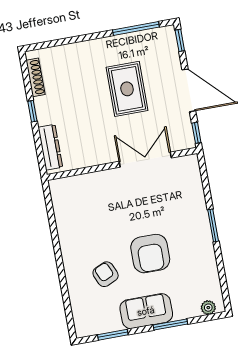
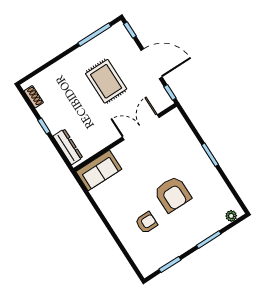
shoe rack: (36, 77) -> (34, 97), width x0.70
armchair: (106, 274) -> (146, 223), turned 114
sofa: (146, 311) -> (99, 170), moved, turned 180

